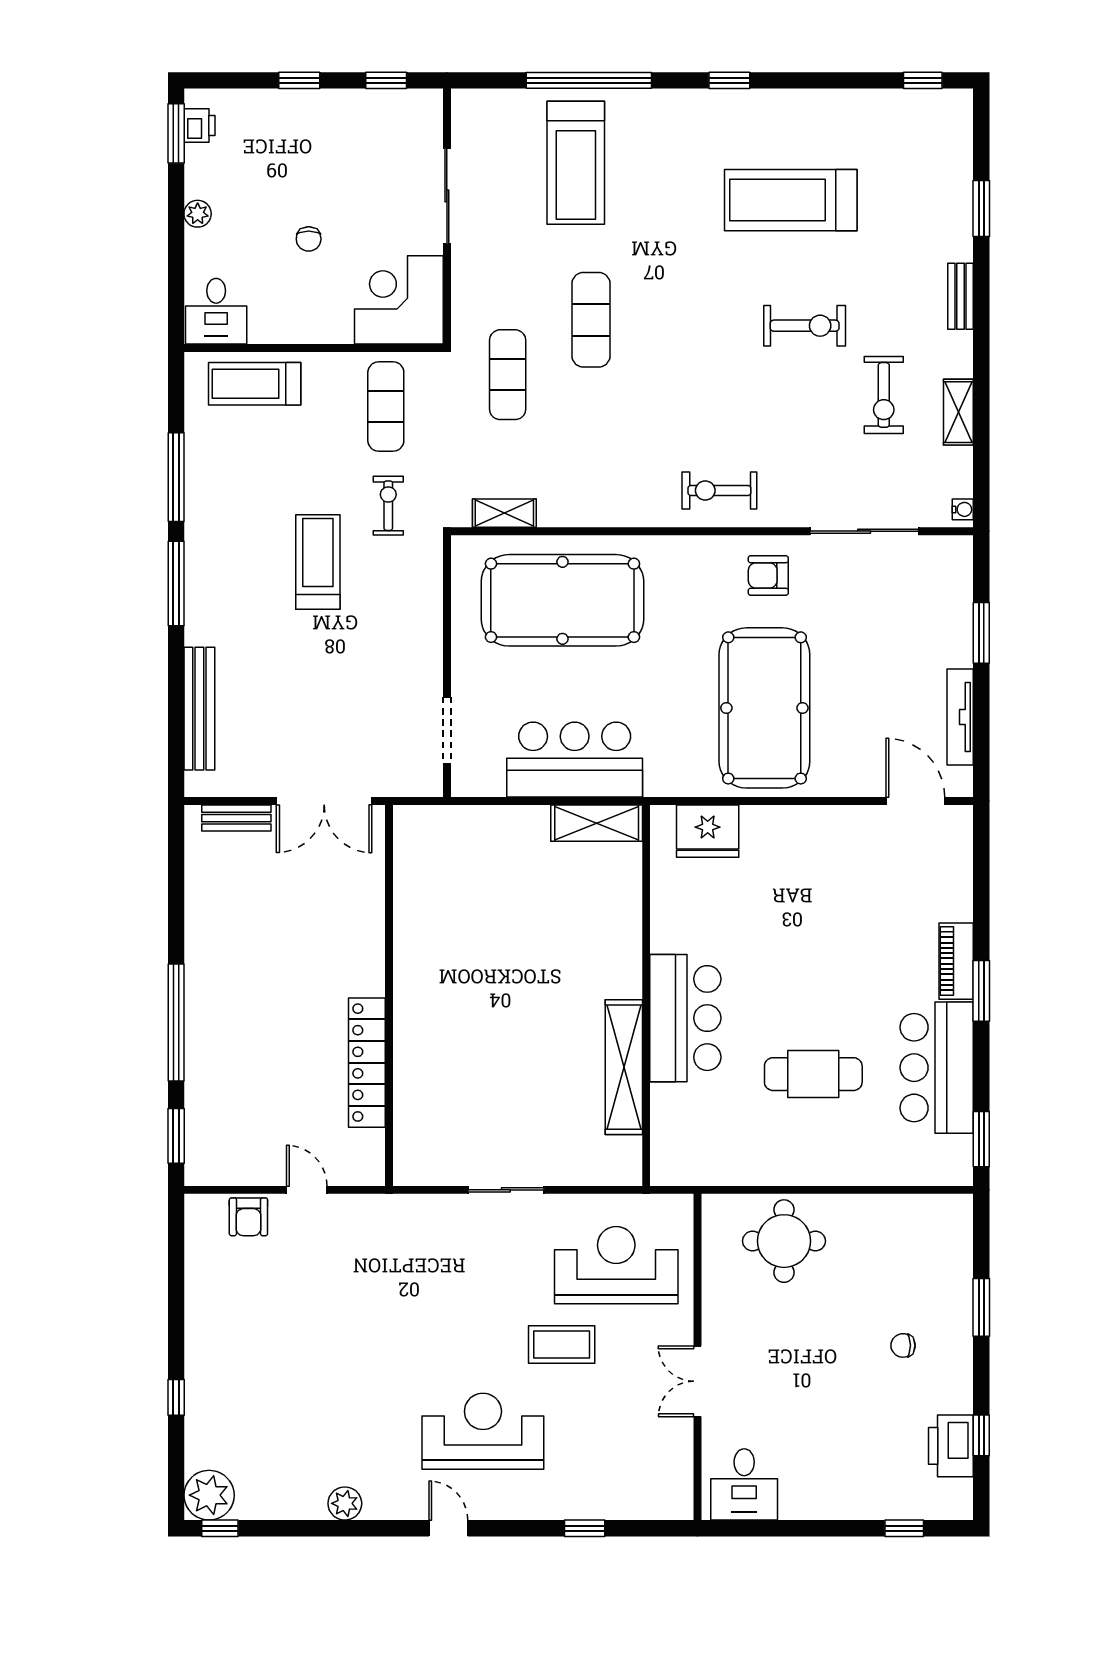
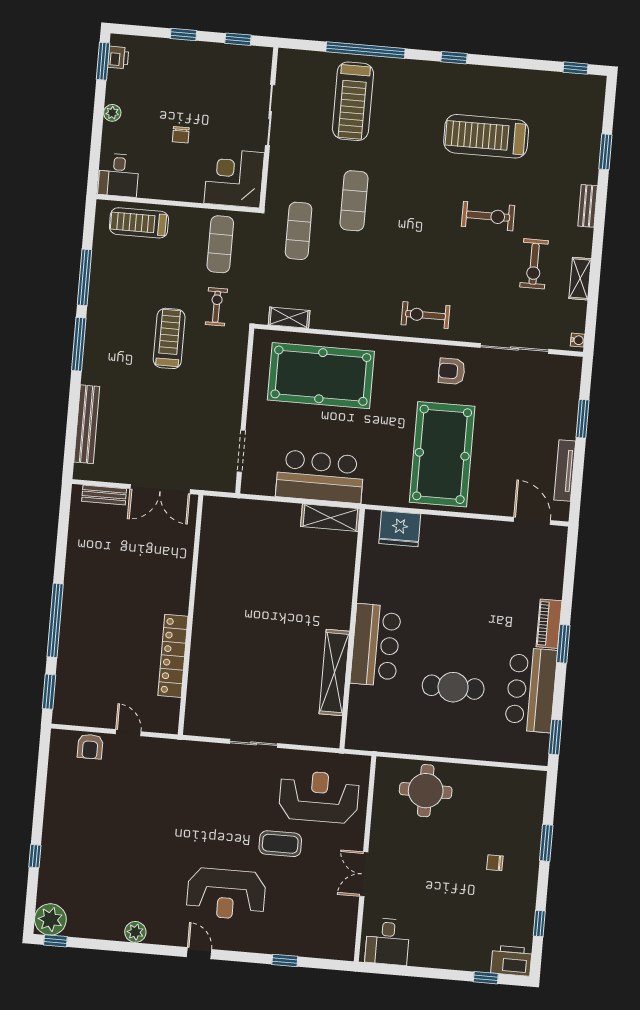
reception desk: (483, 1431) -> (226, 894), turned 180
printer: (951, 1446) -> (511, 961), moved, turned 90

